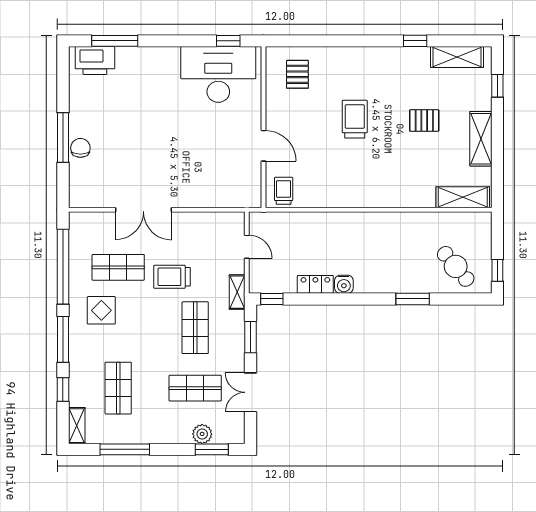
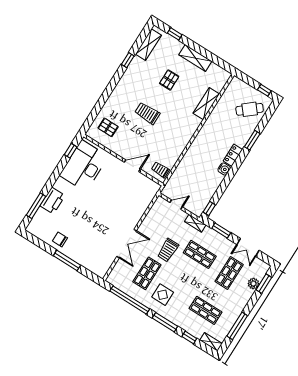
printer: (95, 61) -> (53, 201), moved
chair: (80, 148) -> (60, 239), moved
shelving: (463, 197) -> (206, 104), moved
locker: (315, 284) -> (233, 155), moved

